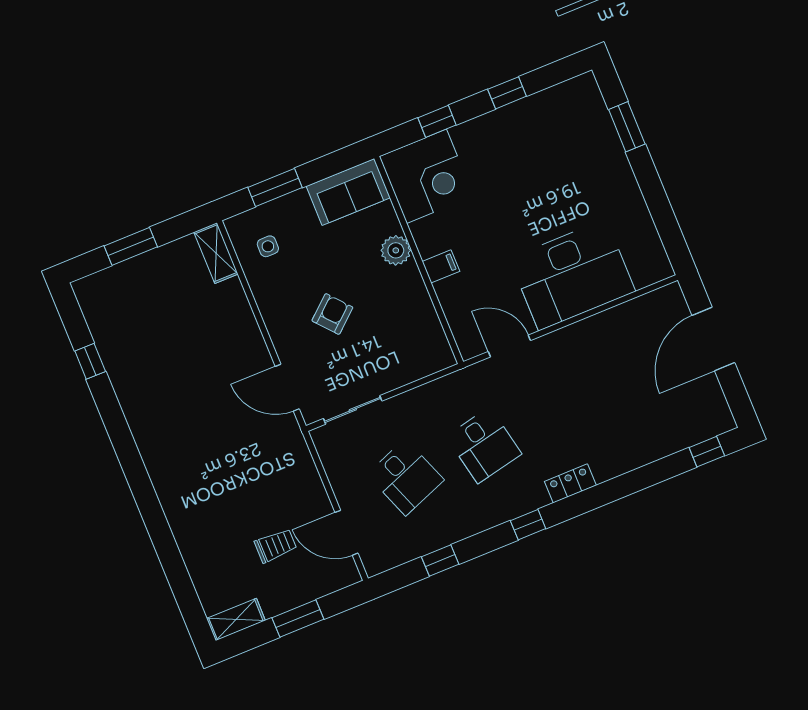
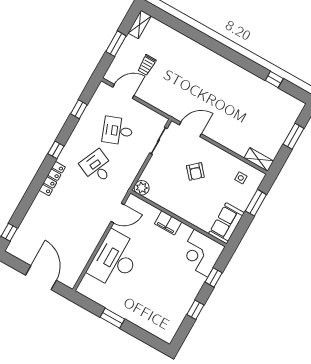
window: (627, 127) -> (112, 318), moved
plant: (396, 250) -> (142, 188), moved
filing cabinet: (441, 266) -> (168, 223), width x2.00
desk: (484, 445) -> (97, 167), turned 36
locker: (570, 483) -> (52, 179), width x1.53

